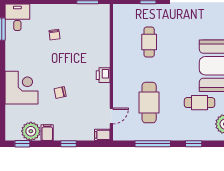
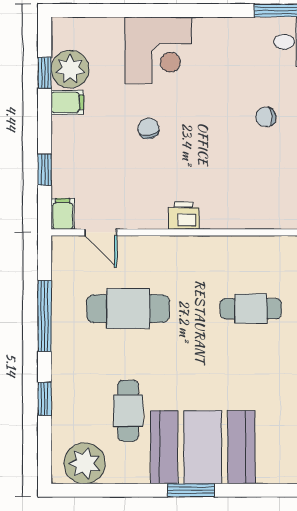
window: (22, 144) -> (45, 73), moved
window: (68, 144) -> (45, 170), moved

